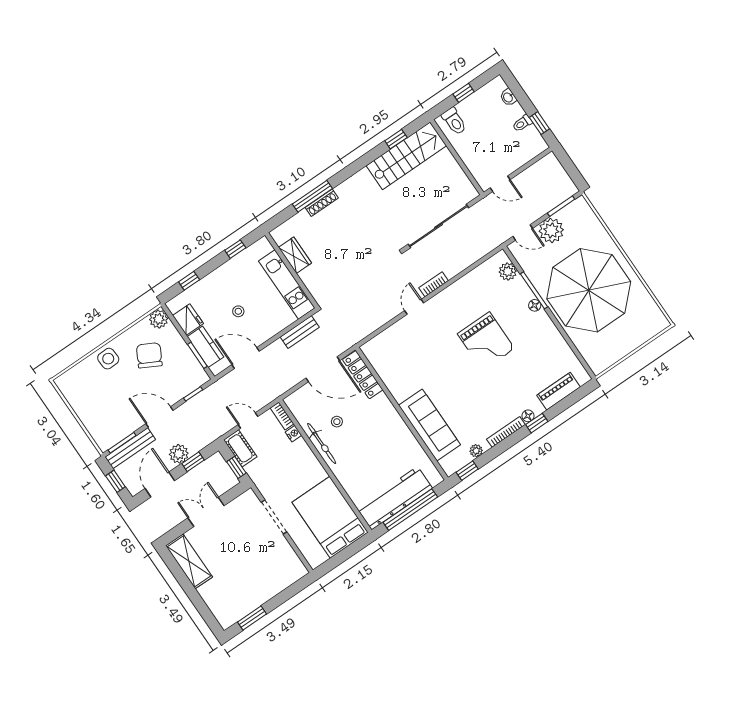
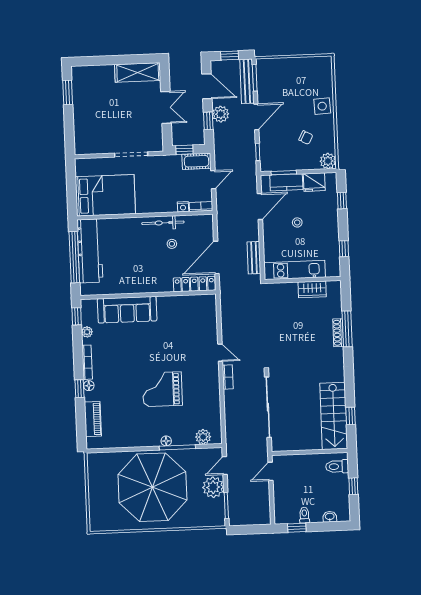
chair: (149, 355) -> (306, 137), width x0.54, depth x0.54

